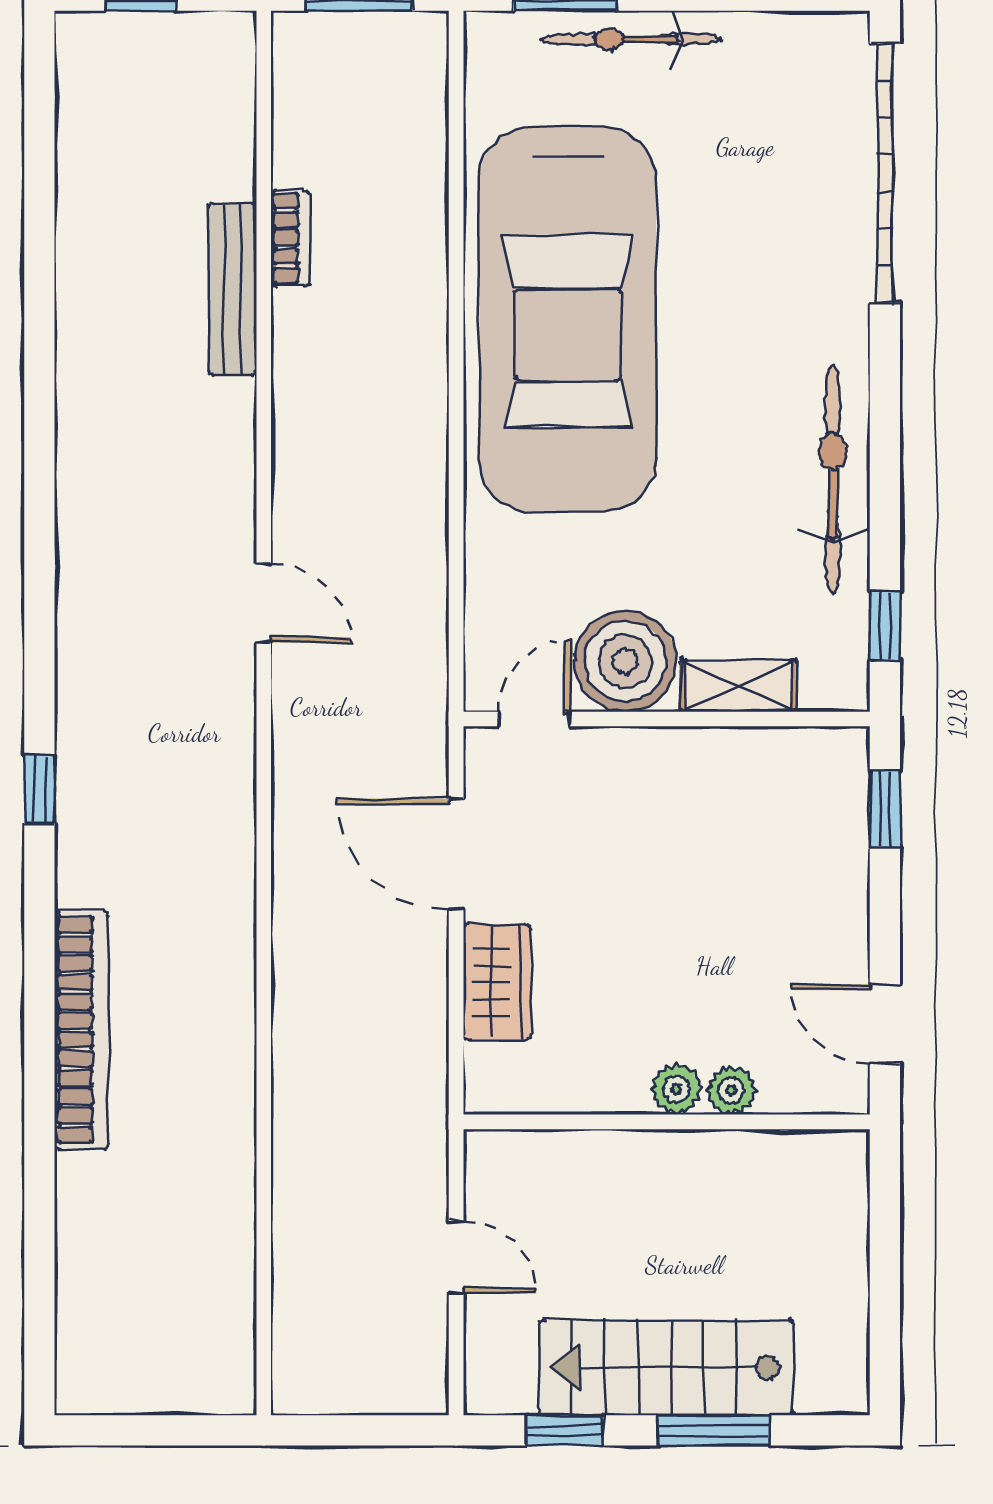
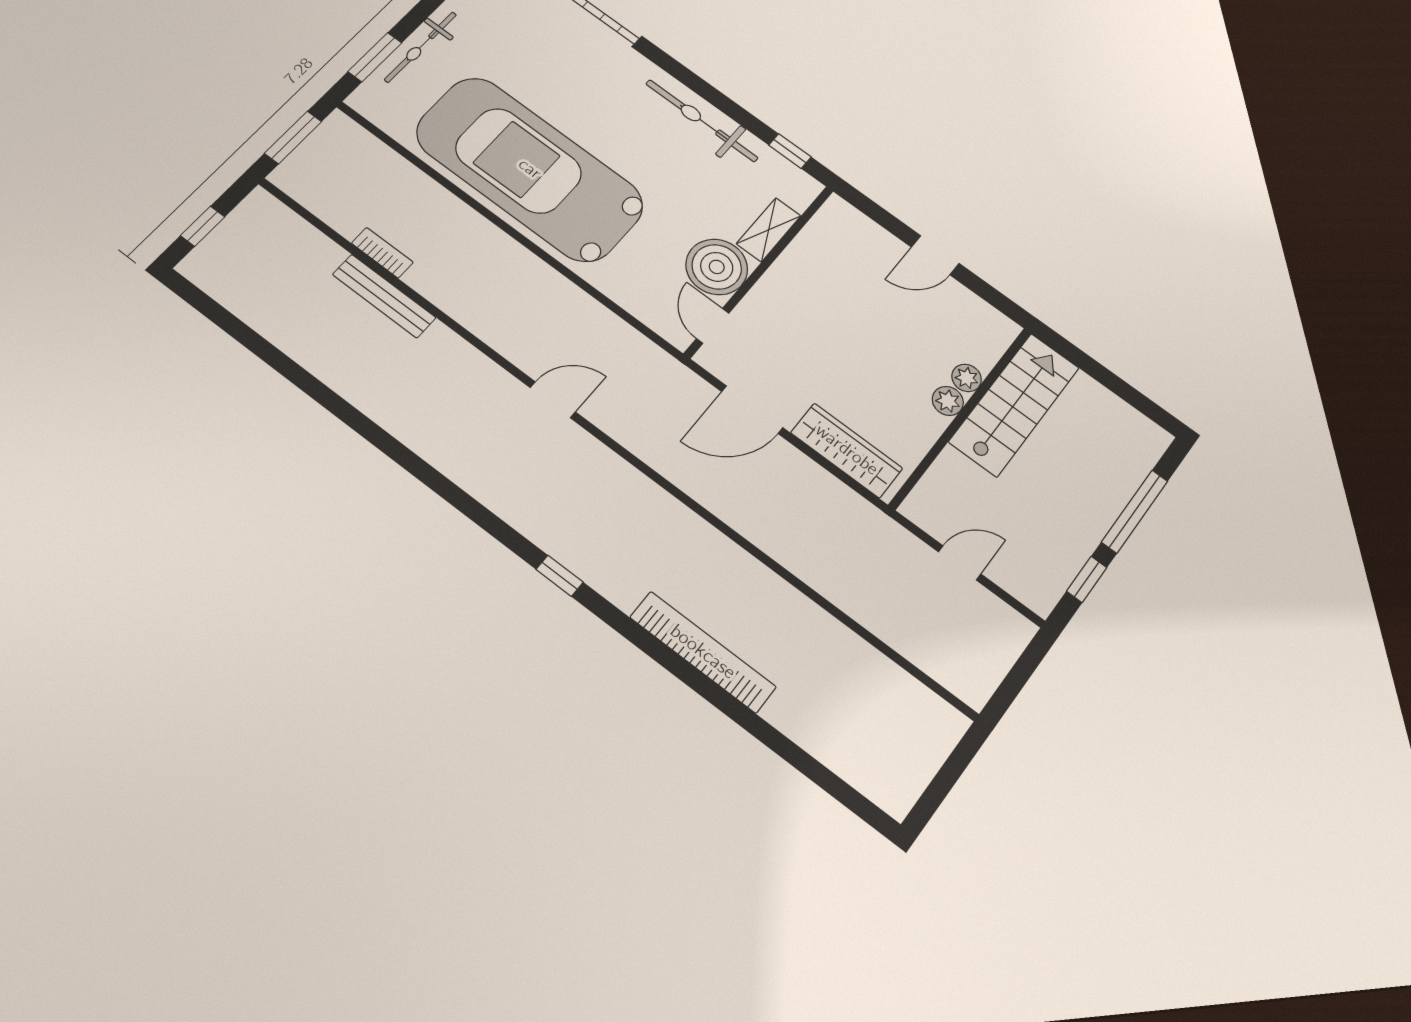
car: (568, 319) -> (530, 169), turned 180
window: (885, 809) -> (878, 214), removed
wardrobe: (497, 982) -> (847, 450), width x1.50
door: (885, 1024) -> (935, 255), moved
stairs: (666, 1367) -> (1014, 405), moved, turned 180
window: (714, 1430) -> (1135, 511), width x1.44

